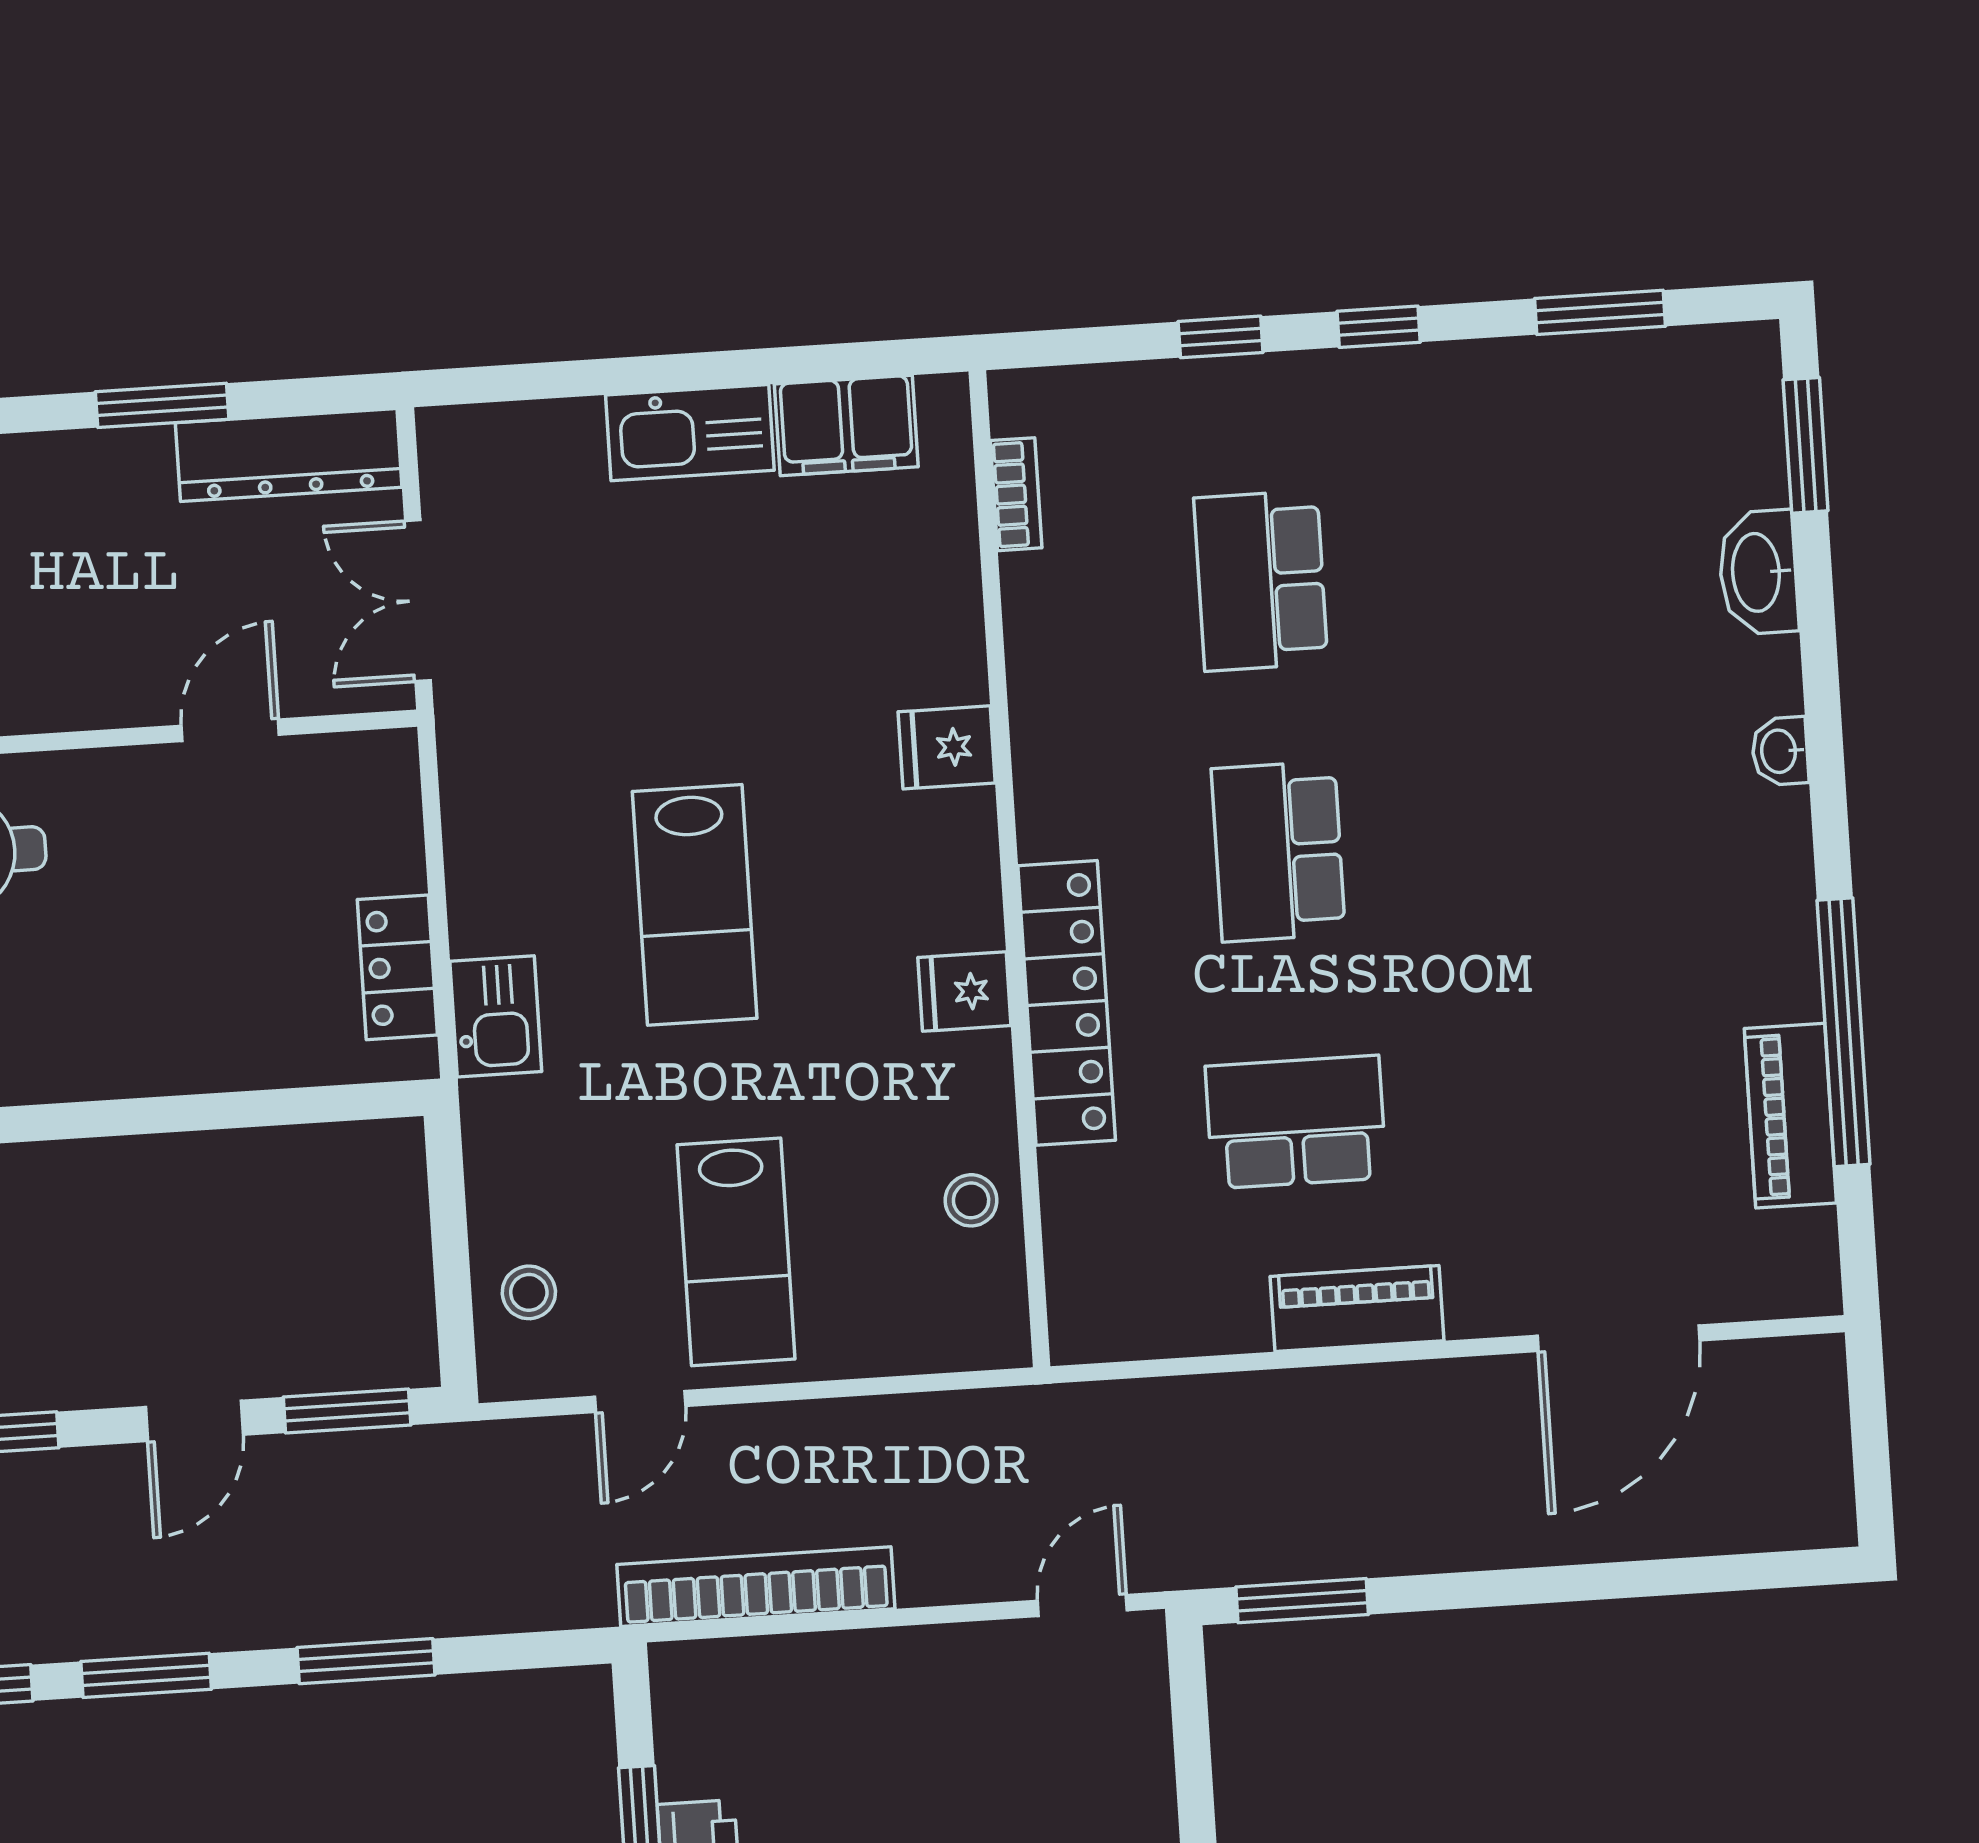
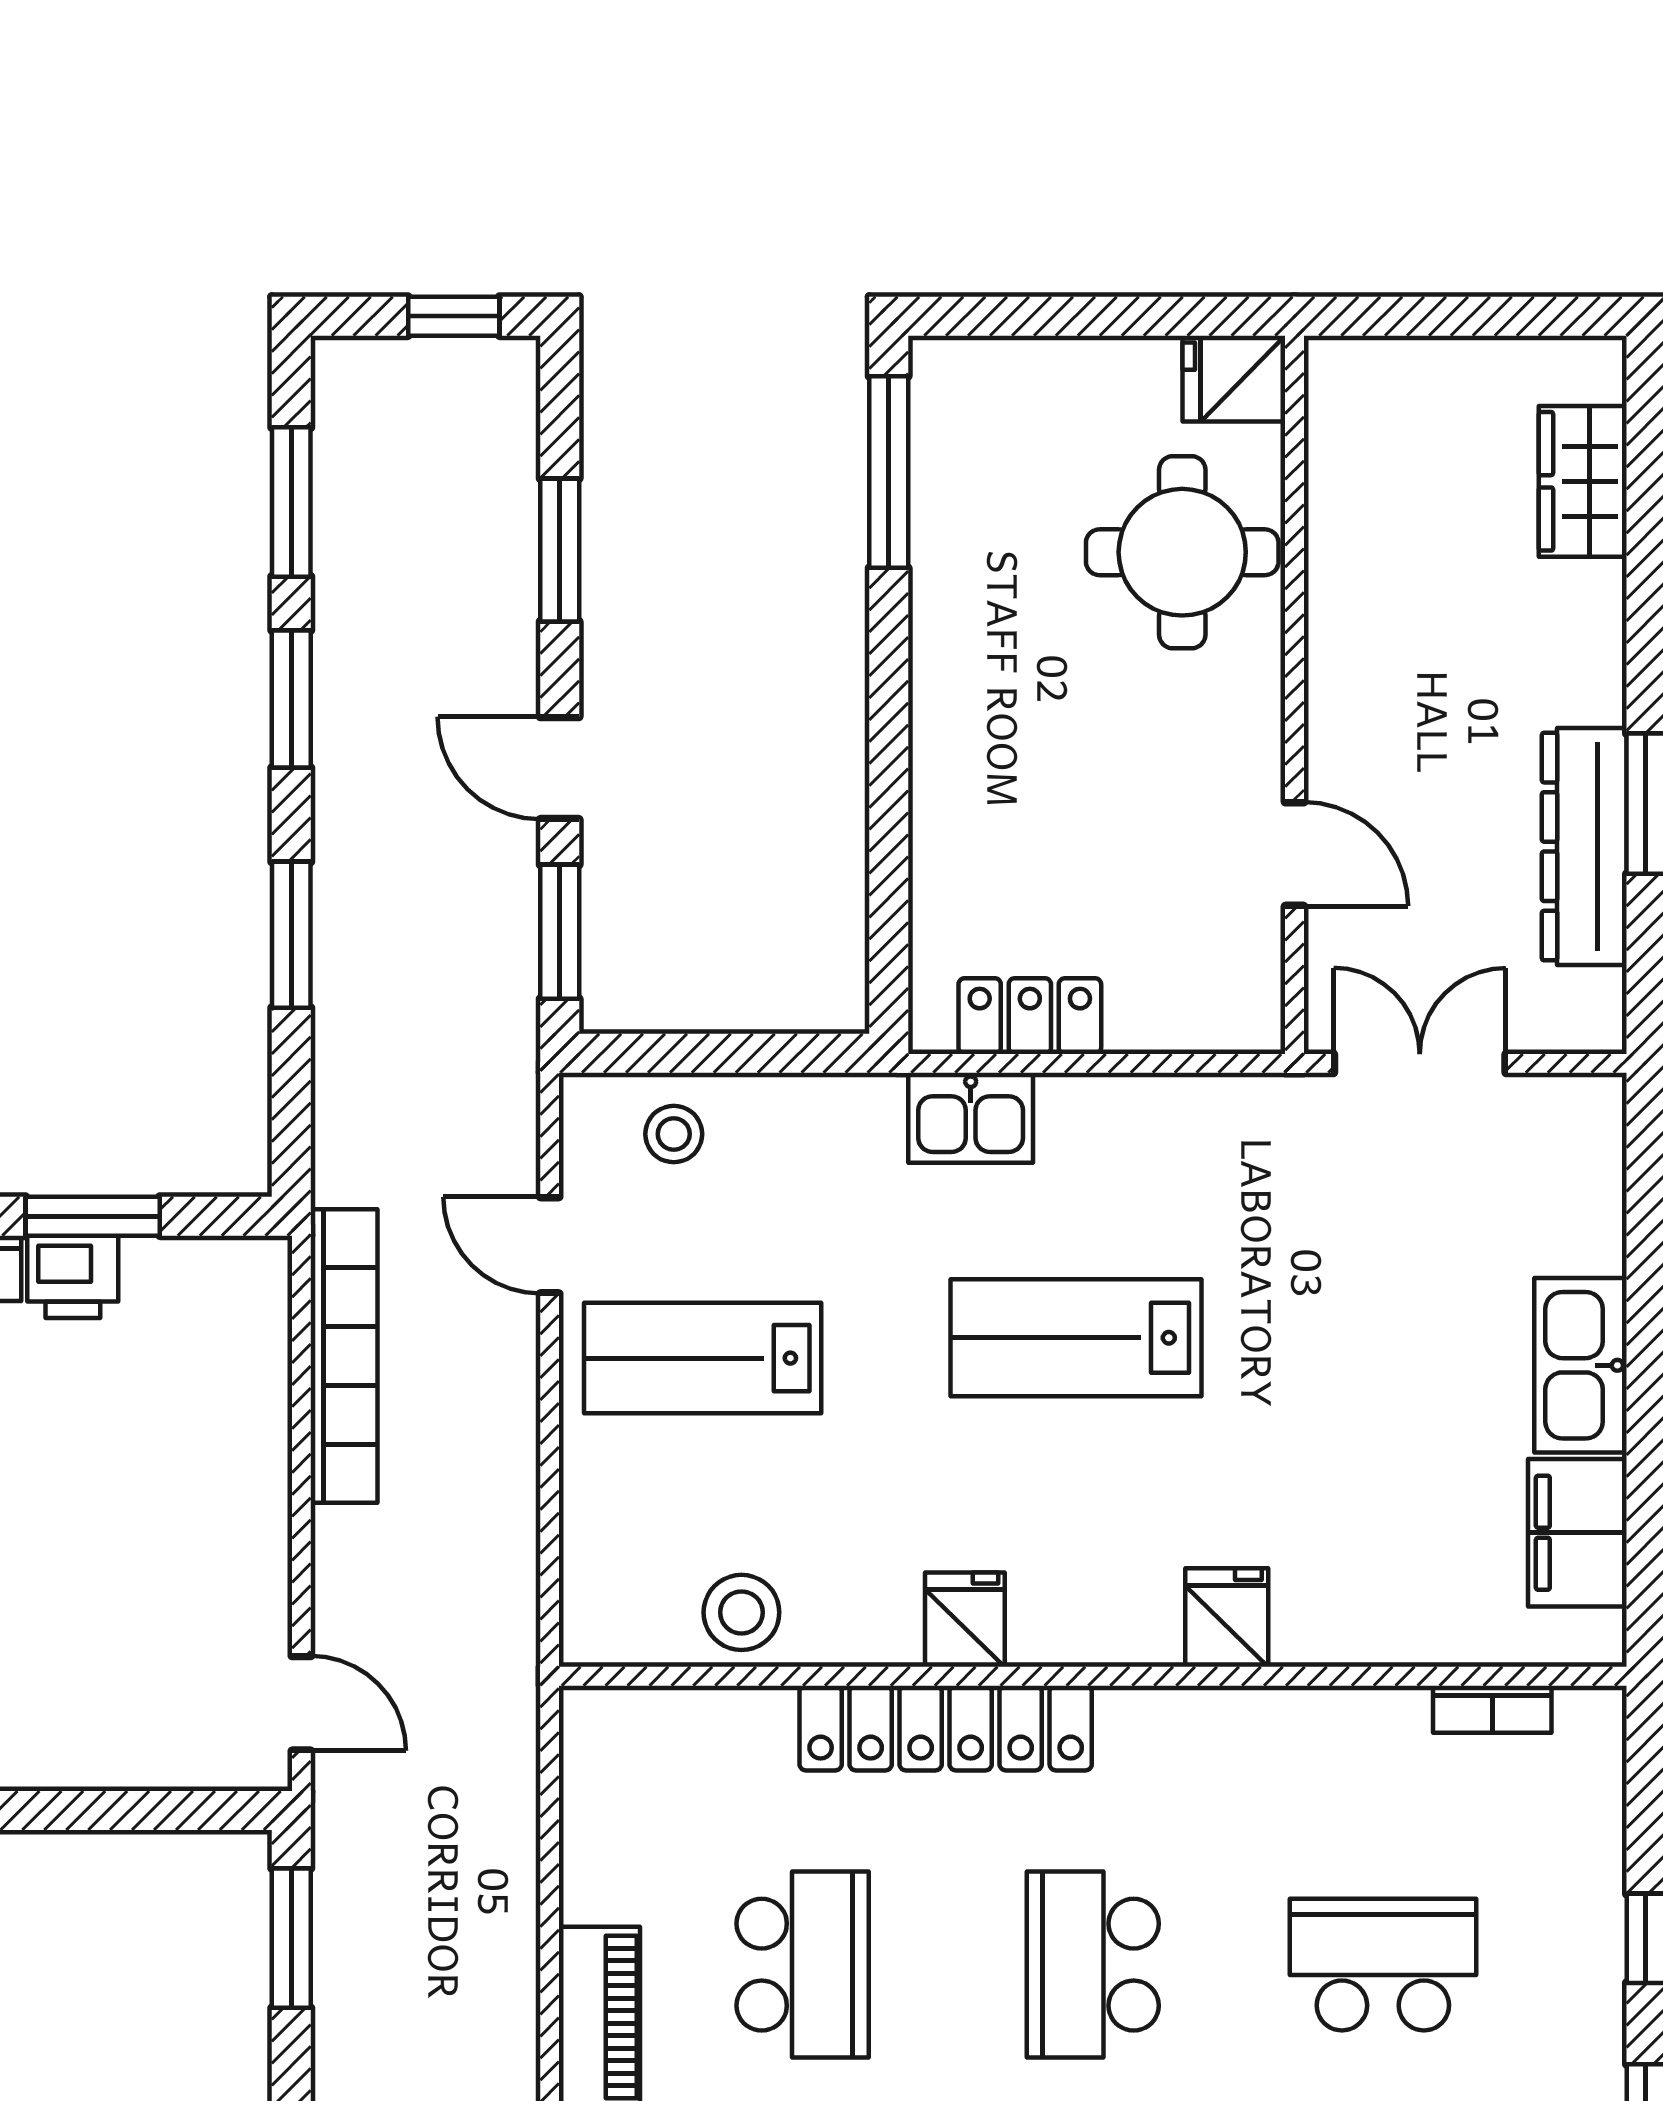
dresser: (289, 455) -> (1584, 847), moved
school desk: (1278, 851) -> (1093, 1965), turned -90
stool: (971, 1200) -> (741, 1612), width x1.37, depth x1.37

